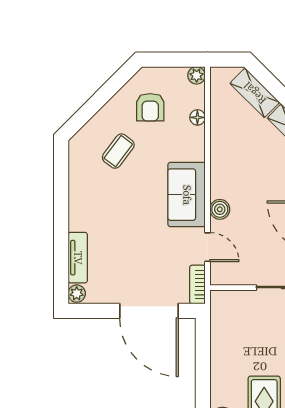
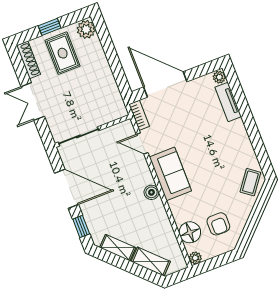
armchair: (150, 107) -> (218, 224), turned 180
floor lamp: (197, 117) -> (190, 232), width x1.89, depth x1.89
coffee table: (118, 151) -> (250, 182), moved
boiler: (220, 209) -> (151, 192), moved

